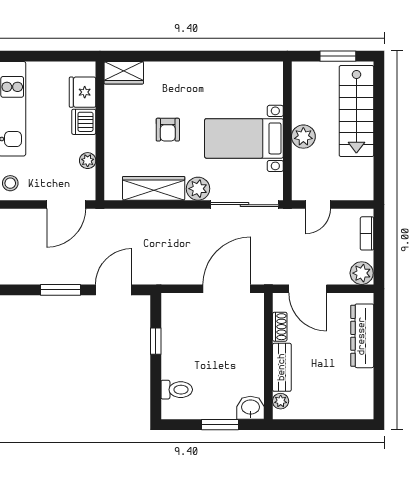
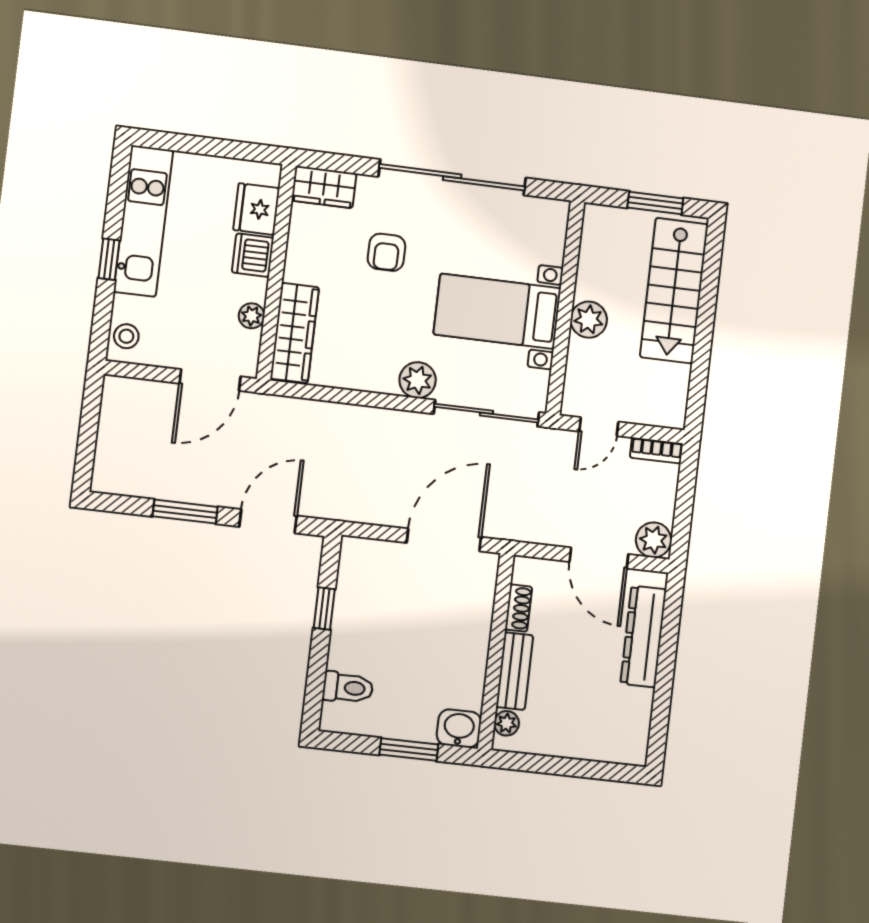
sliding door: (205, 56) -> (452, 177), added
armchair: (168, 130) -> (386, 252), moved
wardrobe: (154, 188) -> (295, 333), moved, turned 90
bookcase: (367, 233) -> (656, 451), moved, turned -90
door: (308, 289) -> (599, 558), moved

